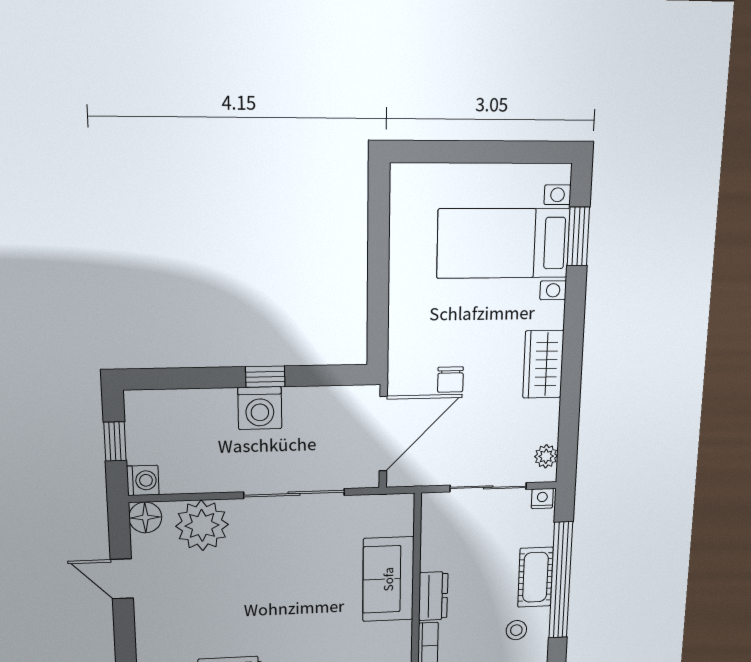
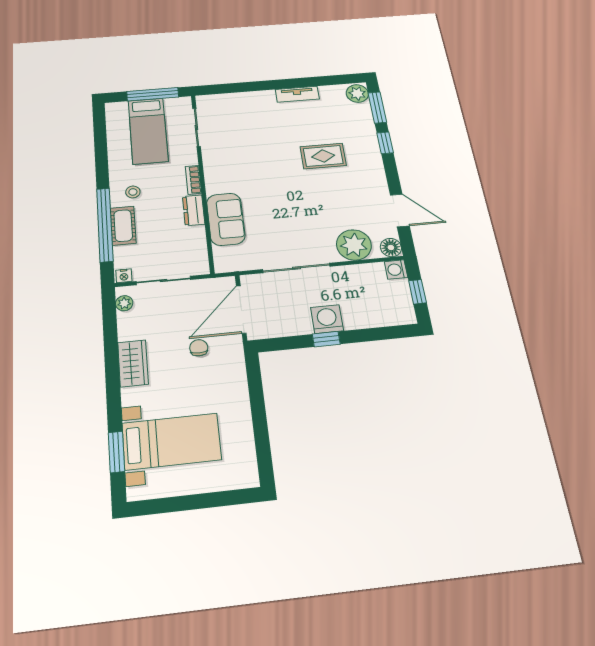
door: (122, 579) -> (400, 210), width x1.38

